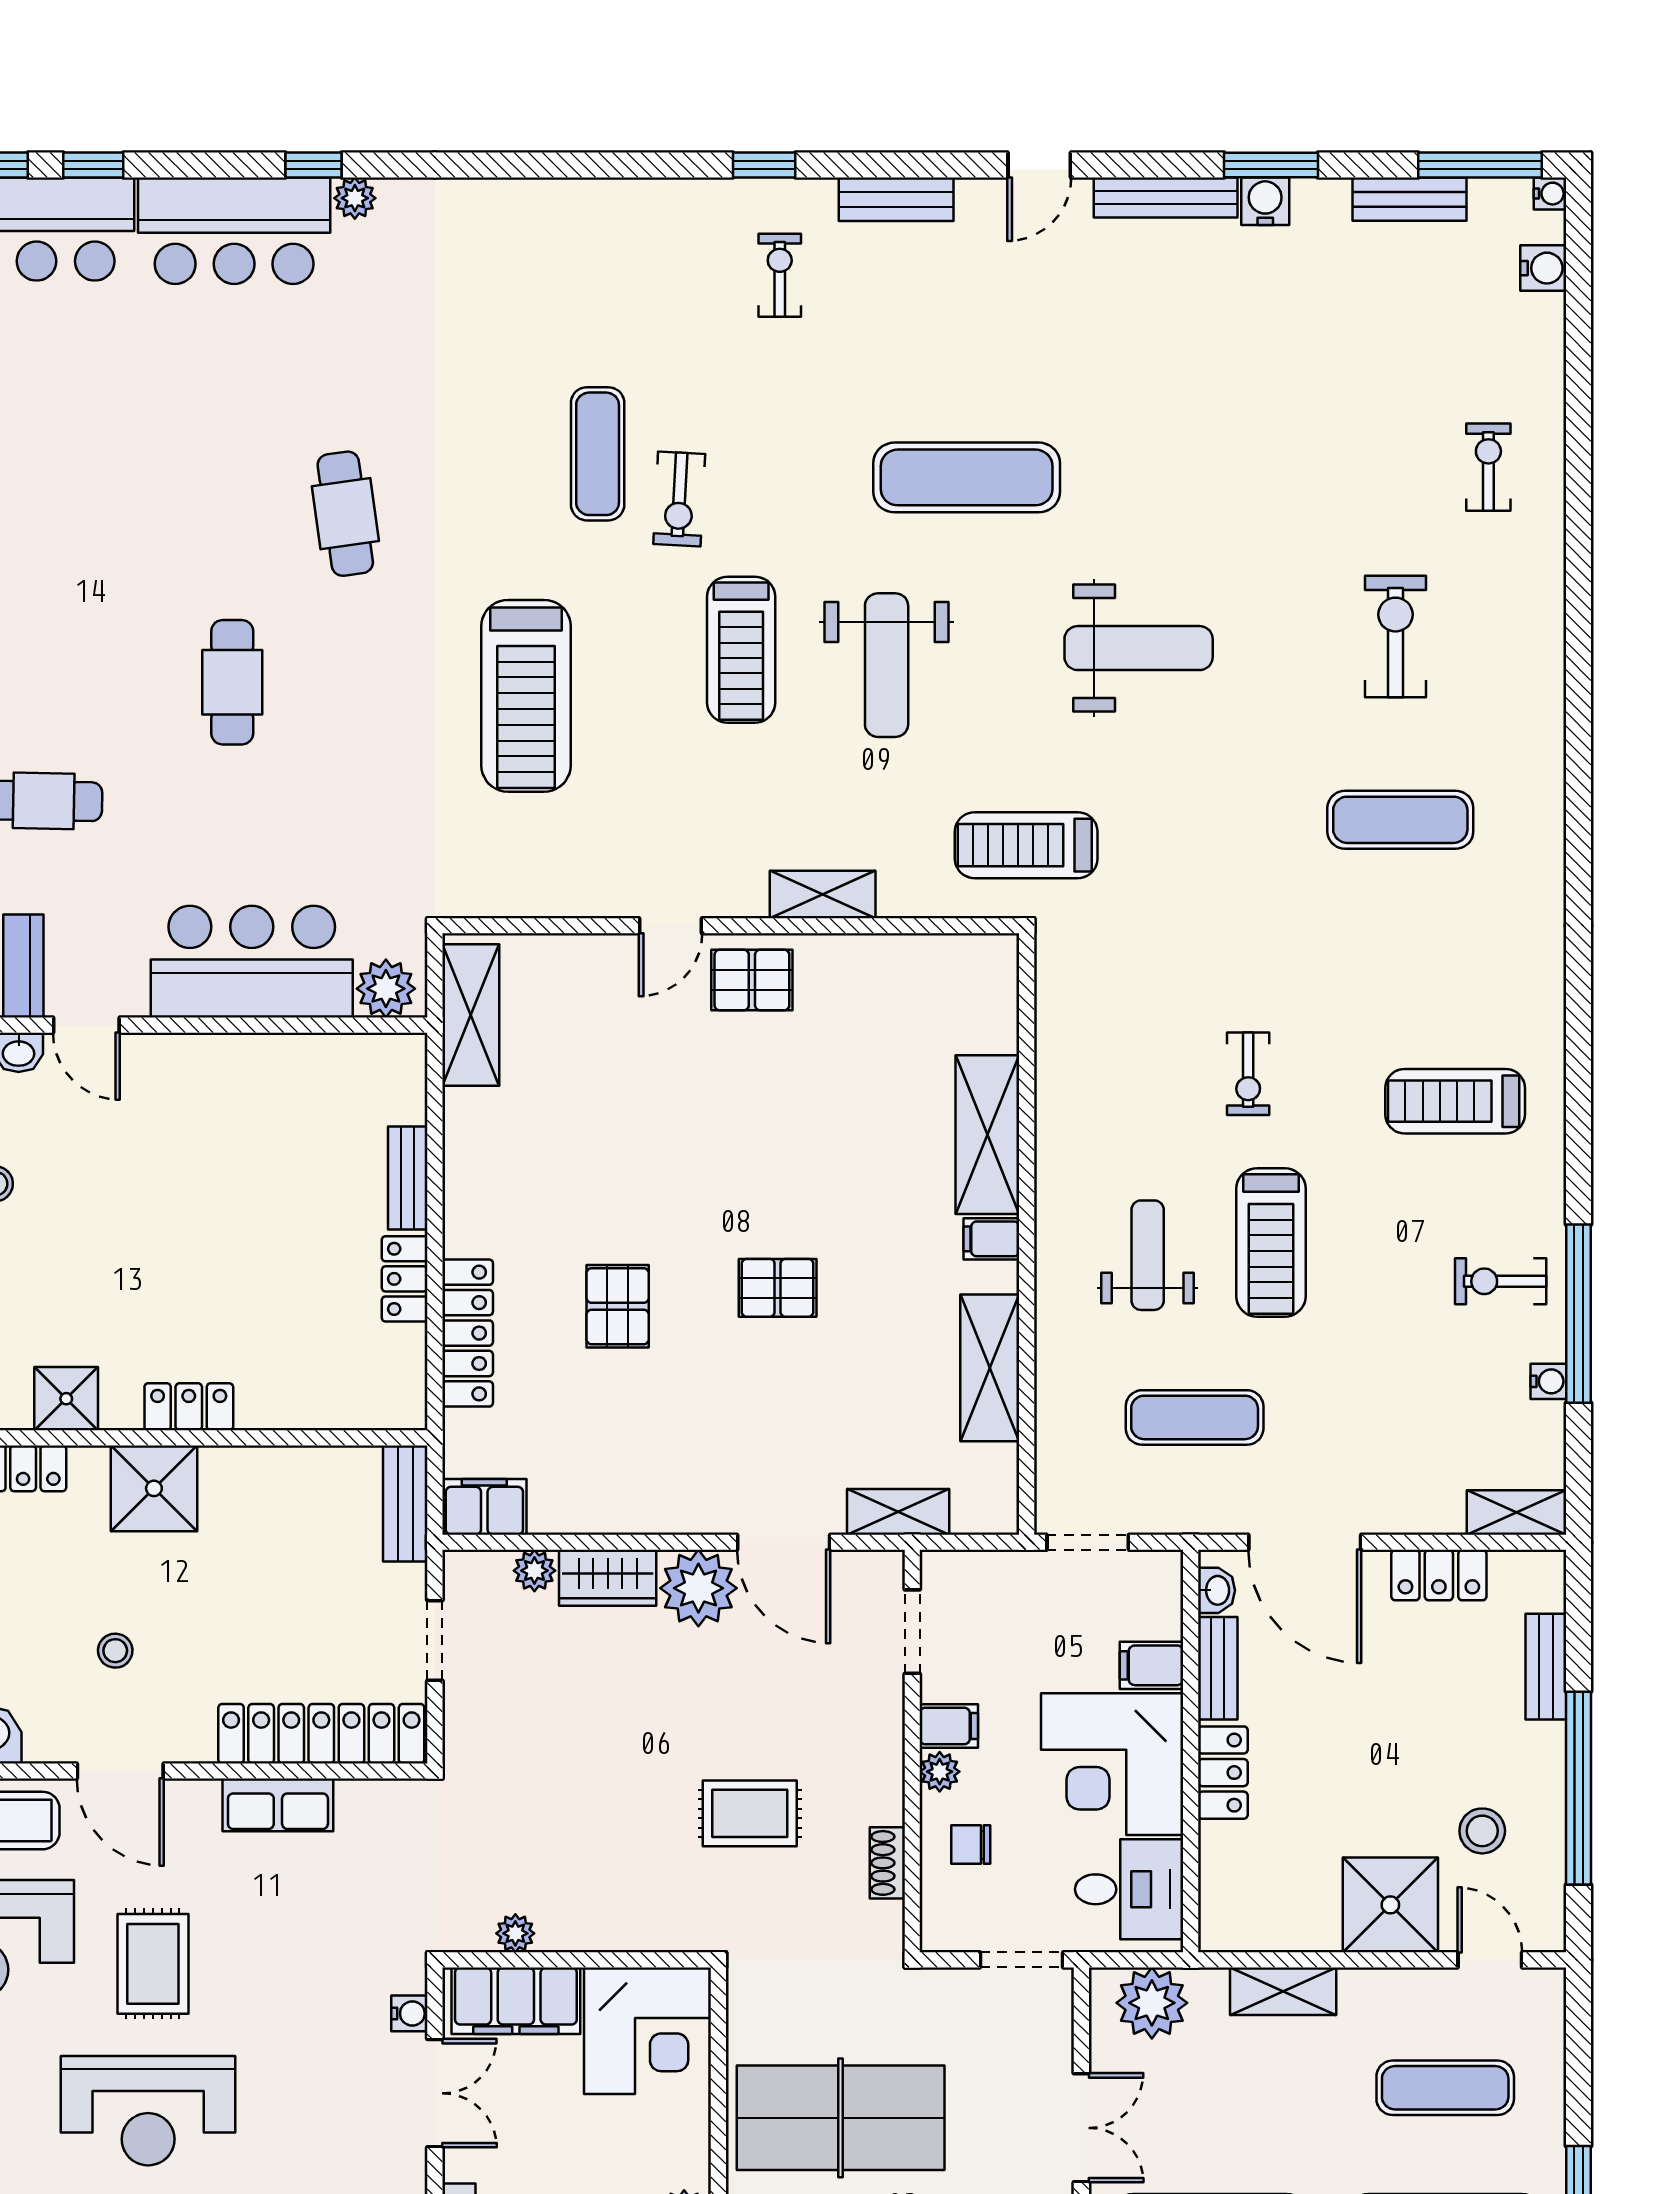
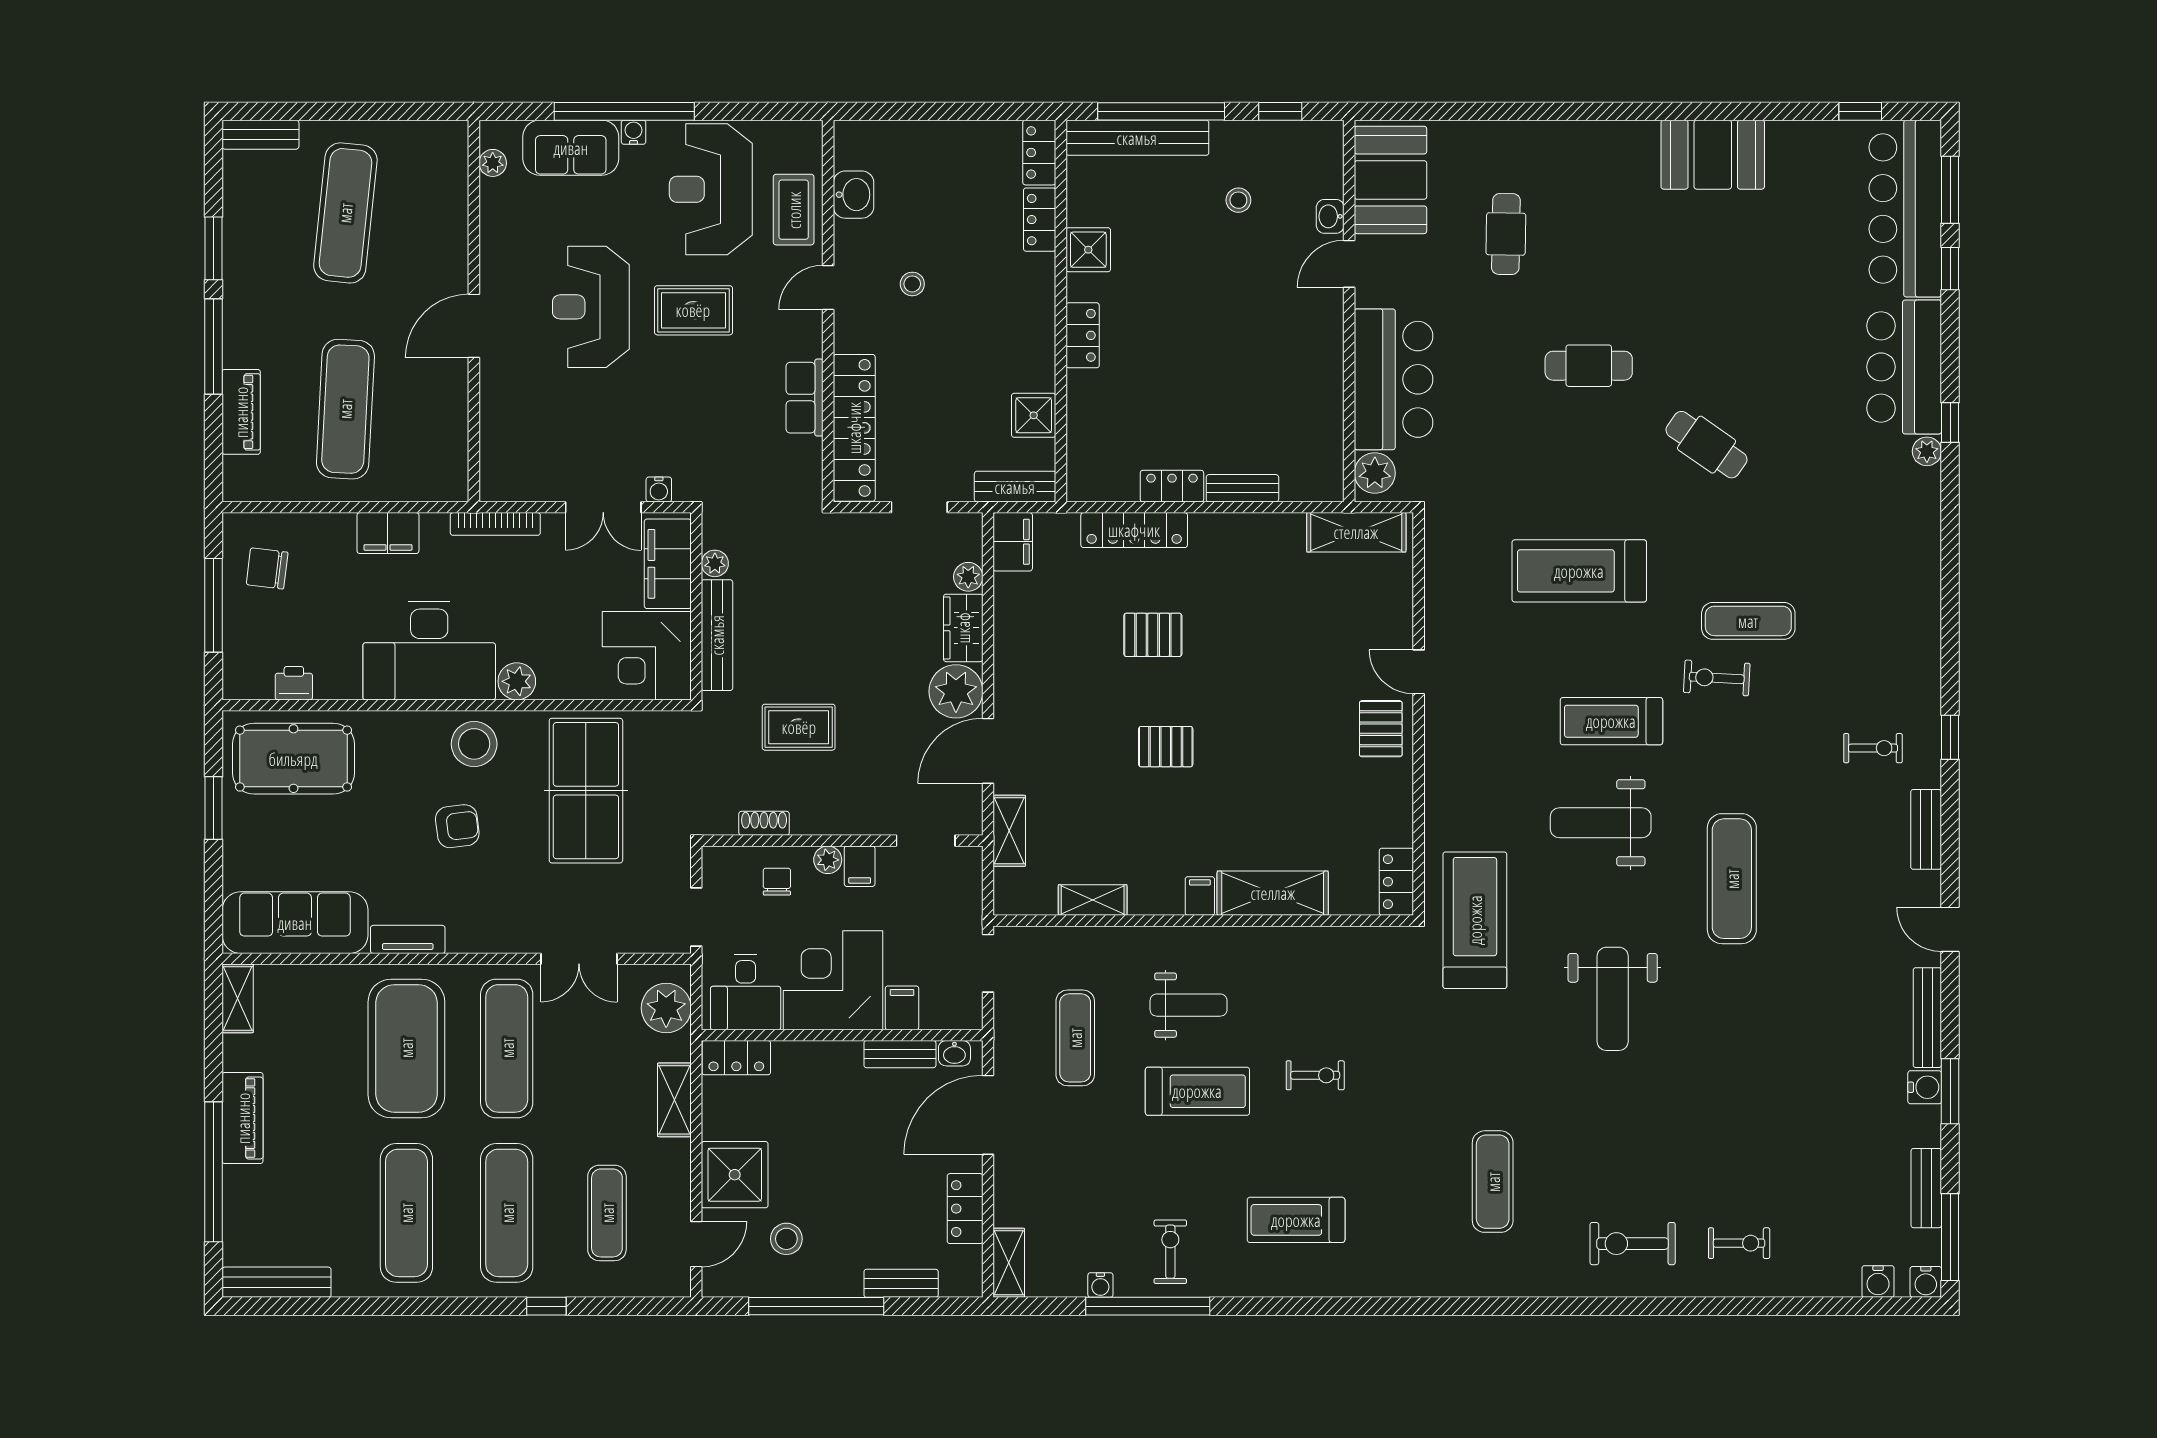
water cooler: (1550, 194) -> (1926, 1282), width x1.38, depth x1.38
cafe table: (345, 514) -> (1707, 445), turned 43
exercise bike: (1395, 636) -> (1633, 1244), moved, turned 180
treadmill: (1026, 845) -> (1475, 920), width x1.37, depth x1.38
shelving: (823, 894) -> (1440, 778), removed
locker: (971, 958) -> (1396, 882), added
exercise bike: (1248, 1074) -> (1315, 1075), turned 180
treadmill: (1455, 1101) -> (1296, 1220), turned -90
treadmill: (1271, 1242) -> (1197, 1091), turned 180
pallet: (778, 1288) -> (1166, 747), turned 90
shelving: (990, 1368) -> (1093, 900), width x0.67, depth x0.75
shower: (154, 1488) -> (1034, 415), moved, width x0.73, depth x0.73
door: (120, 1771) -> (828, 287), width x0.73
locker: (1223, 1773) -> (736, 1058), moved
rug: (750, 1813) -> (799, 727), turned 90
bench: (618, 1930) -> (717, 635), added

